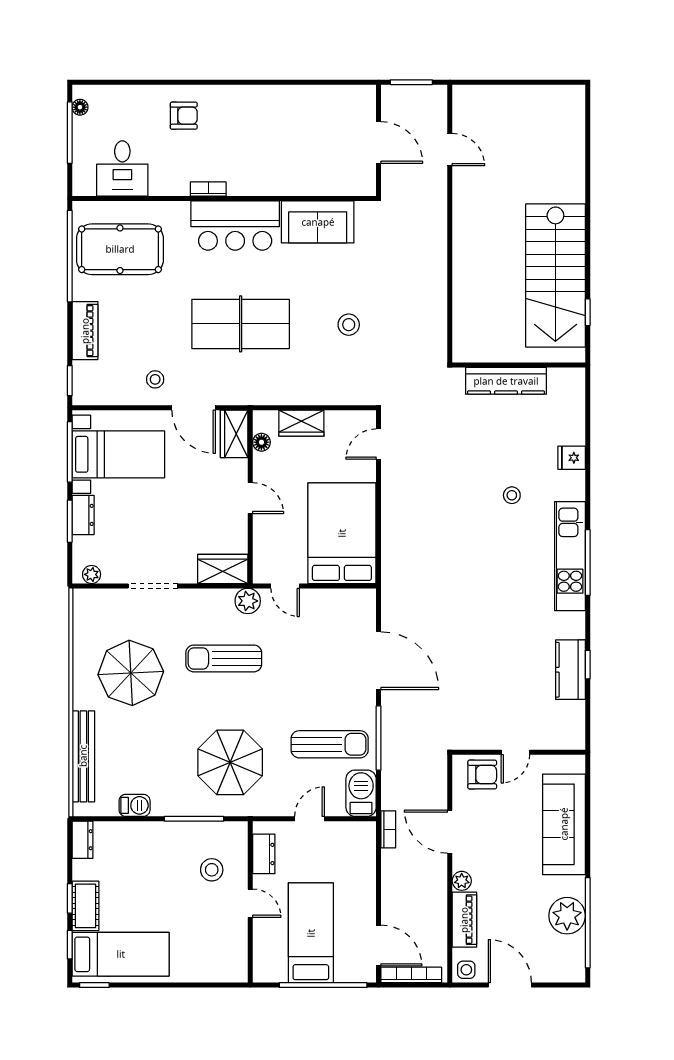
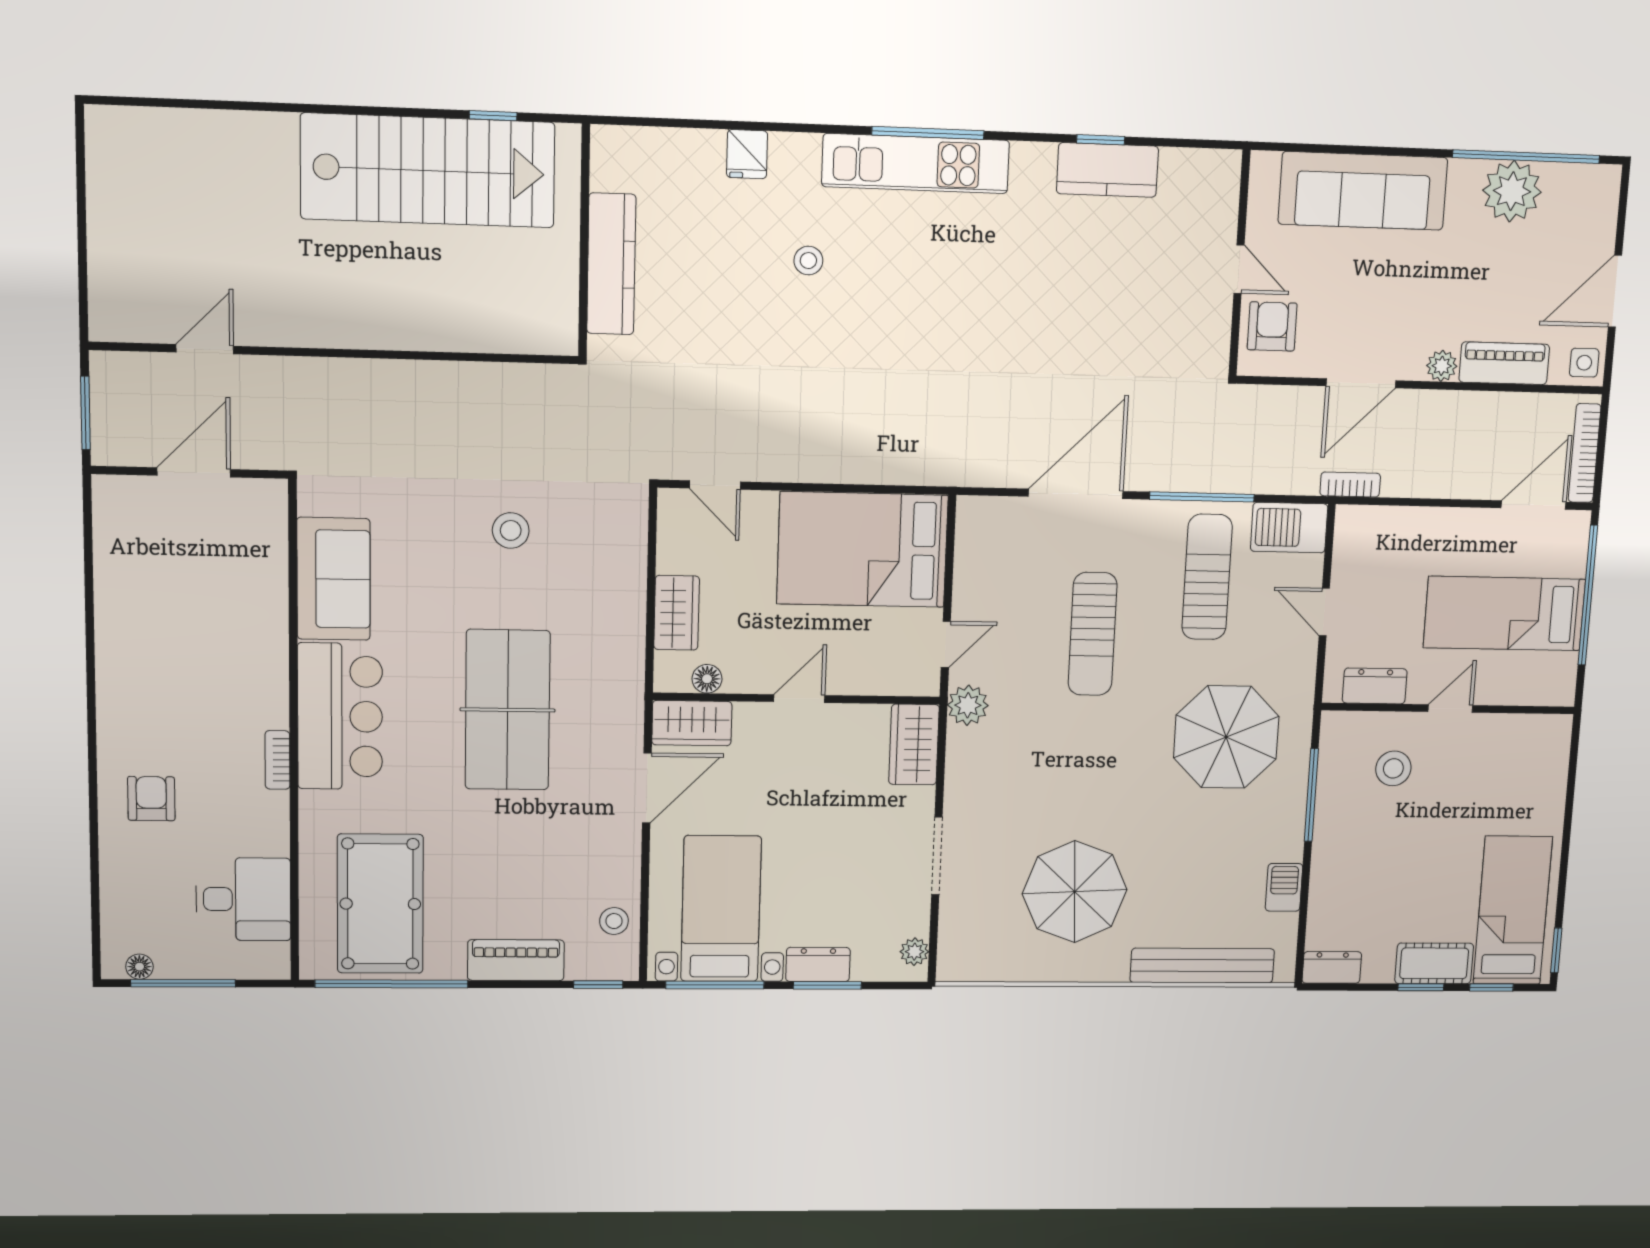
stool: (155, 379) -> (614, 921), moved
sun lounger: (224, 658) -> (1093, 634), moved

